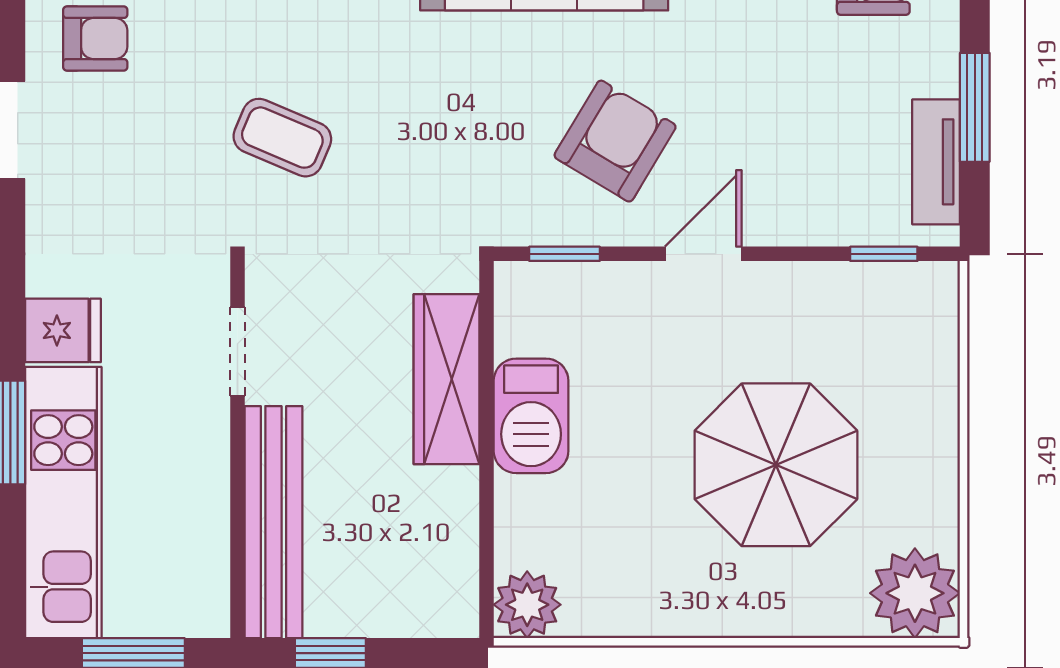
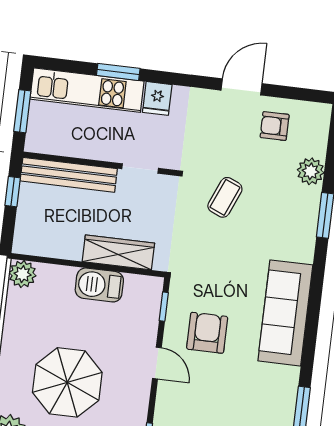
armchair: (95, 39) -> (275, 126), turned 90
armchair: (615, 141) -> (207, 333), turned -121

